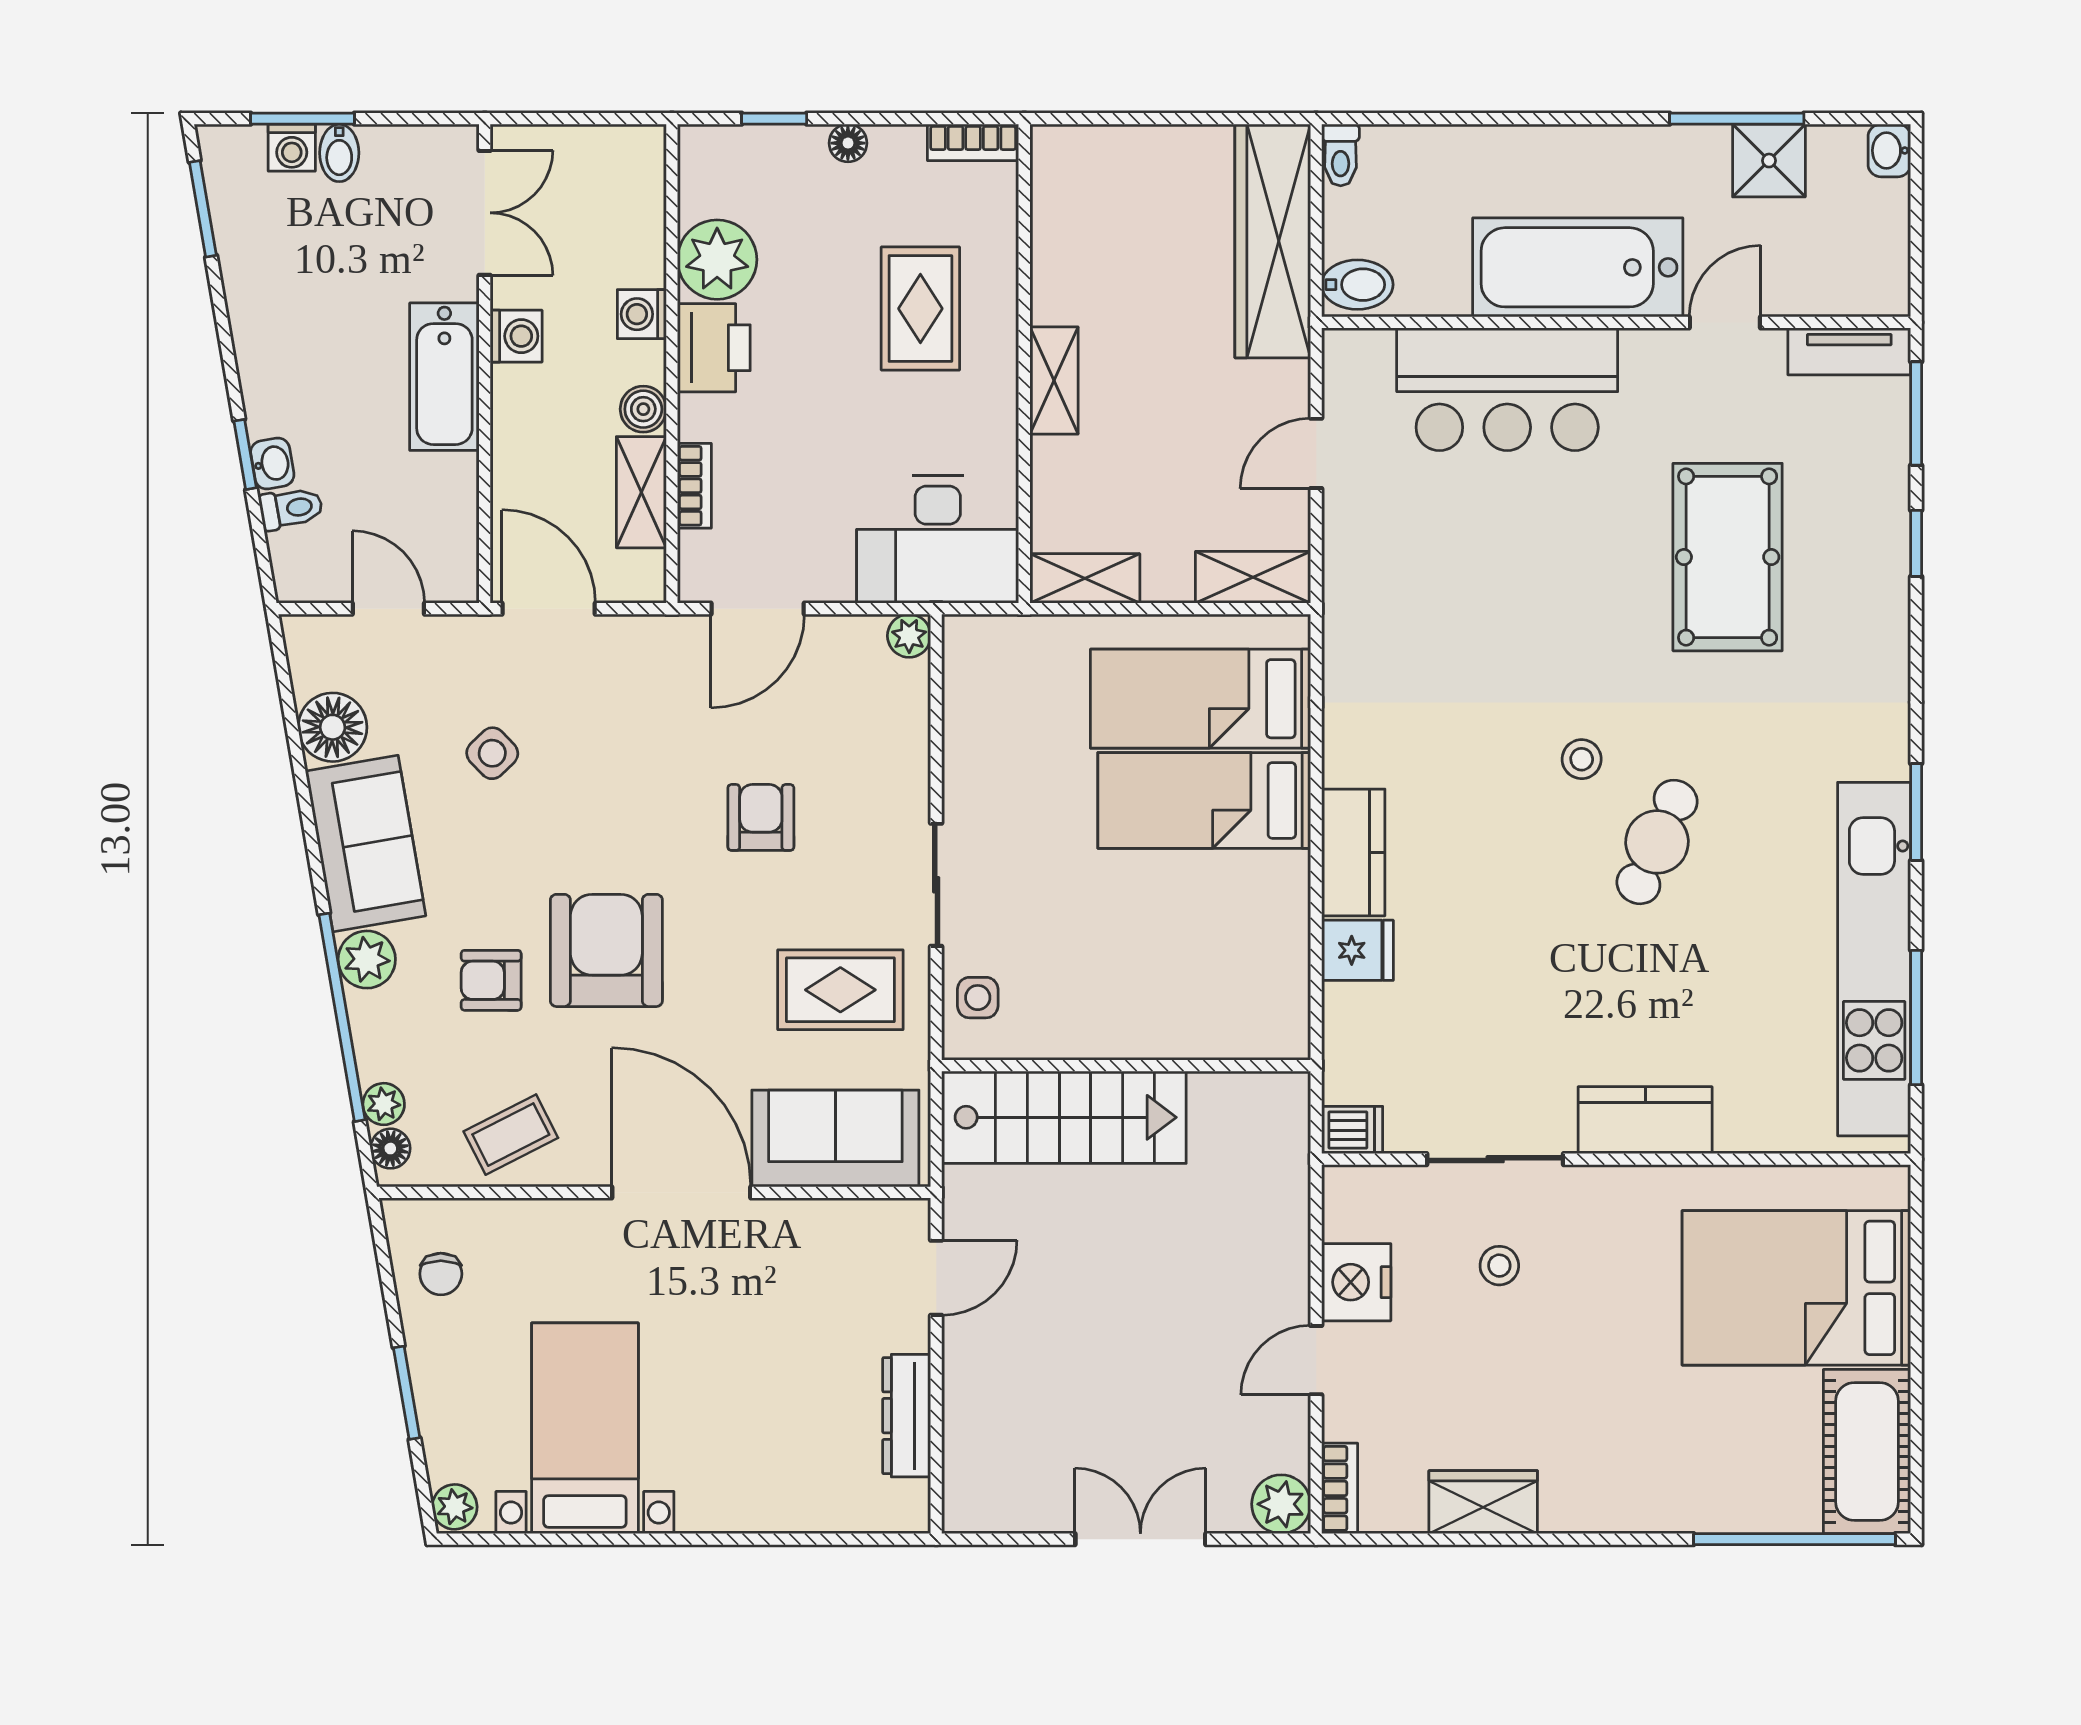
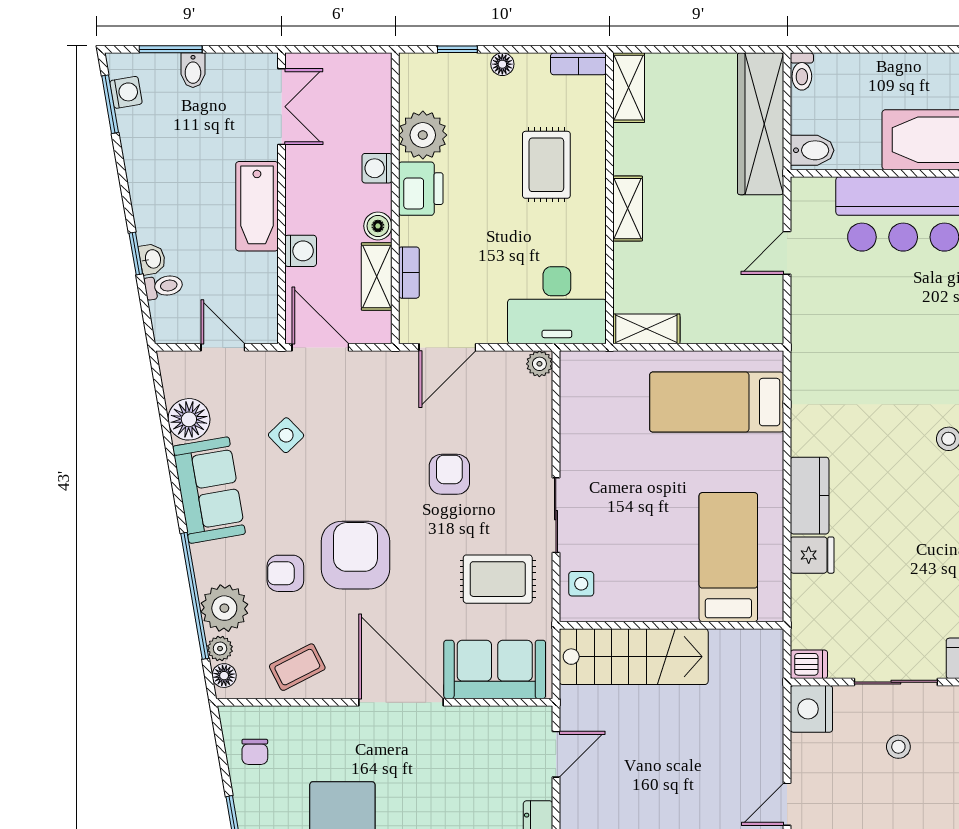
washing machine: (292, 148) -> (126, 92), moved, turned -100
washing machine: (516, 336) -> (301, 251), moved
shelving: (1253, 577) -> (629, 88), moved, turned 90
bed: (1204, 800) -> (728, 557), moved, turned 90
plant: (367, 960) -> (224, 608), moved, width x1.36, depth x1.36
nightstand: (1356, 1282) -> (811, 709), moved

